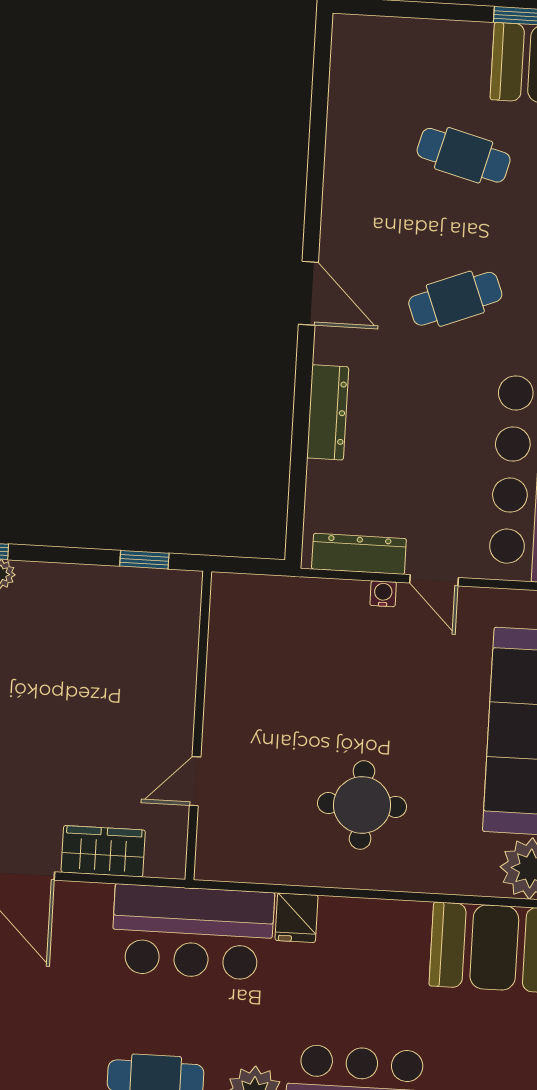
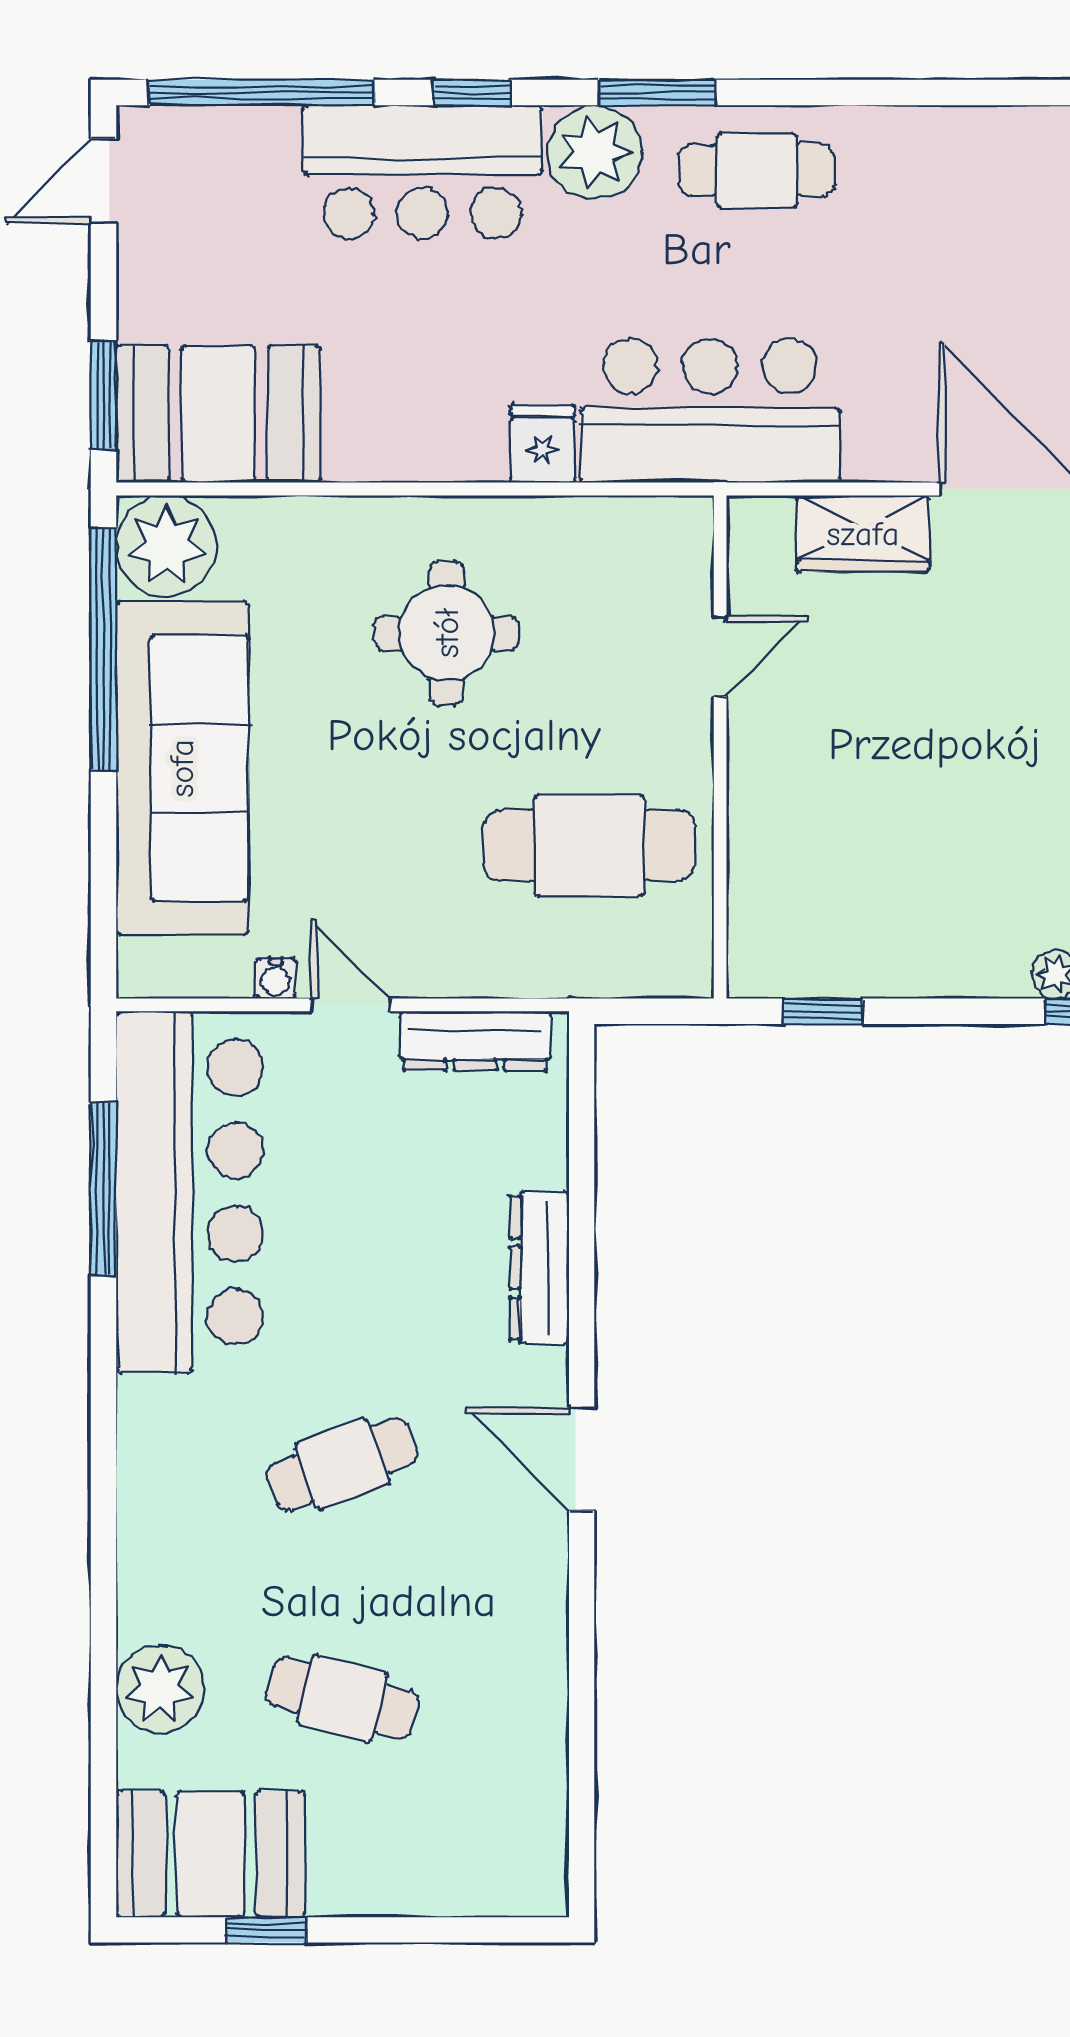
water cooler: (383, 594) -> (276, 978), moved
cafe table: (282, 670) -> (590, 845), added

